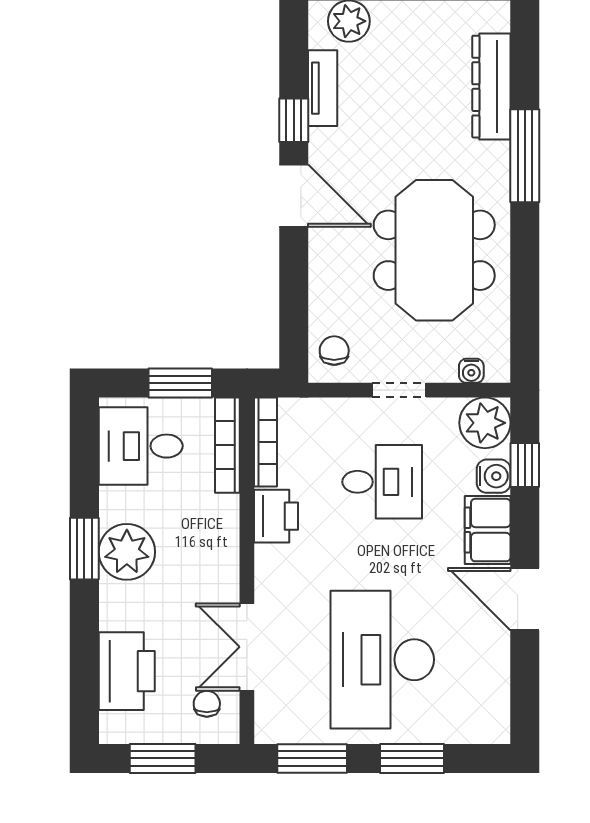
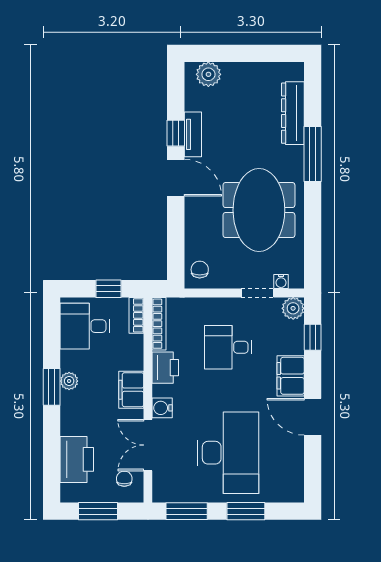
tv unit: (323, 88) -> (193, 134), moved
window: (180, 383) -> (109, 289), width x0.67
doorway: (399, 390) -> (257, 293), moved
plant: (485, 423) -> (293, 308), width x0.73, depth x0.73
bookcase: (227, 445) -> (136, 315), width x0.64
water cooler: (494, 476) -> (162, 408), moved, turned 180
desk: (382, 482) -> (228, 347), turned 180
plant: (127, 552) -> (69, 381), width x0.53, depth x0.53
filing cabinet: (219, 553) -> (131, 390), added
desk: (382, 660) -> (228, 453), turned 180

